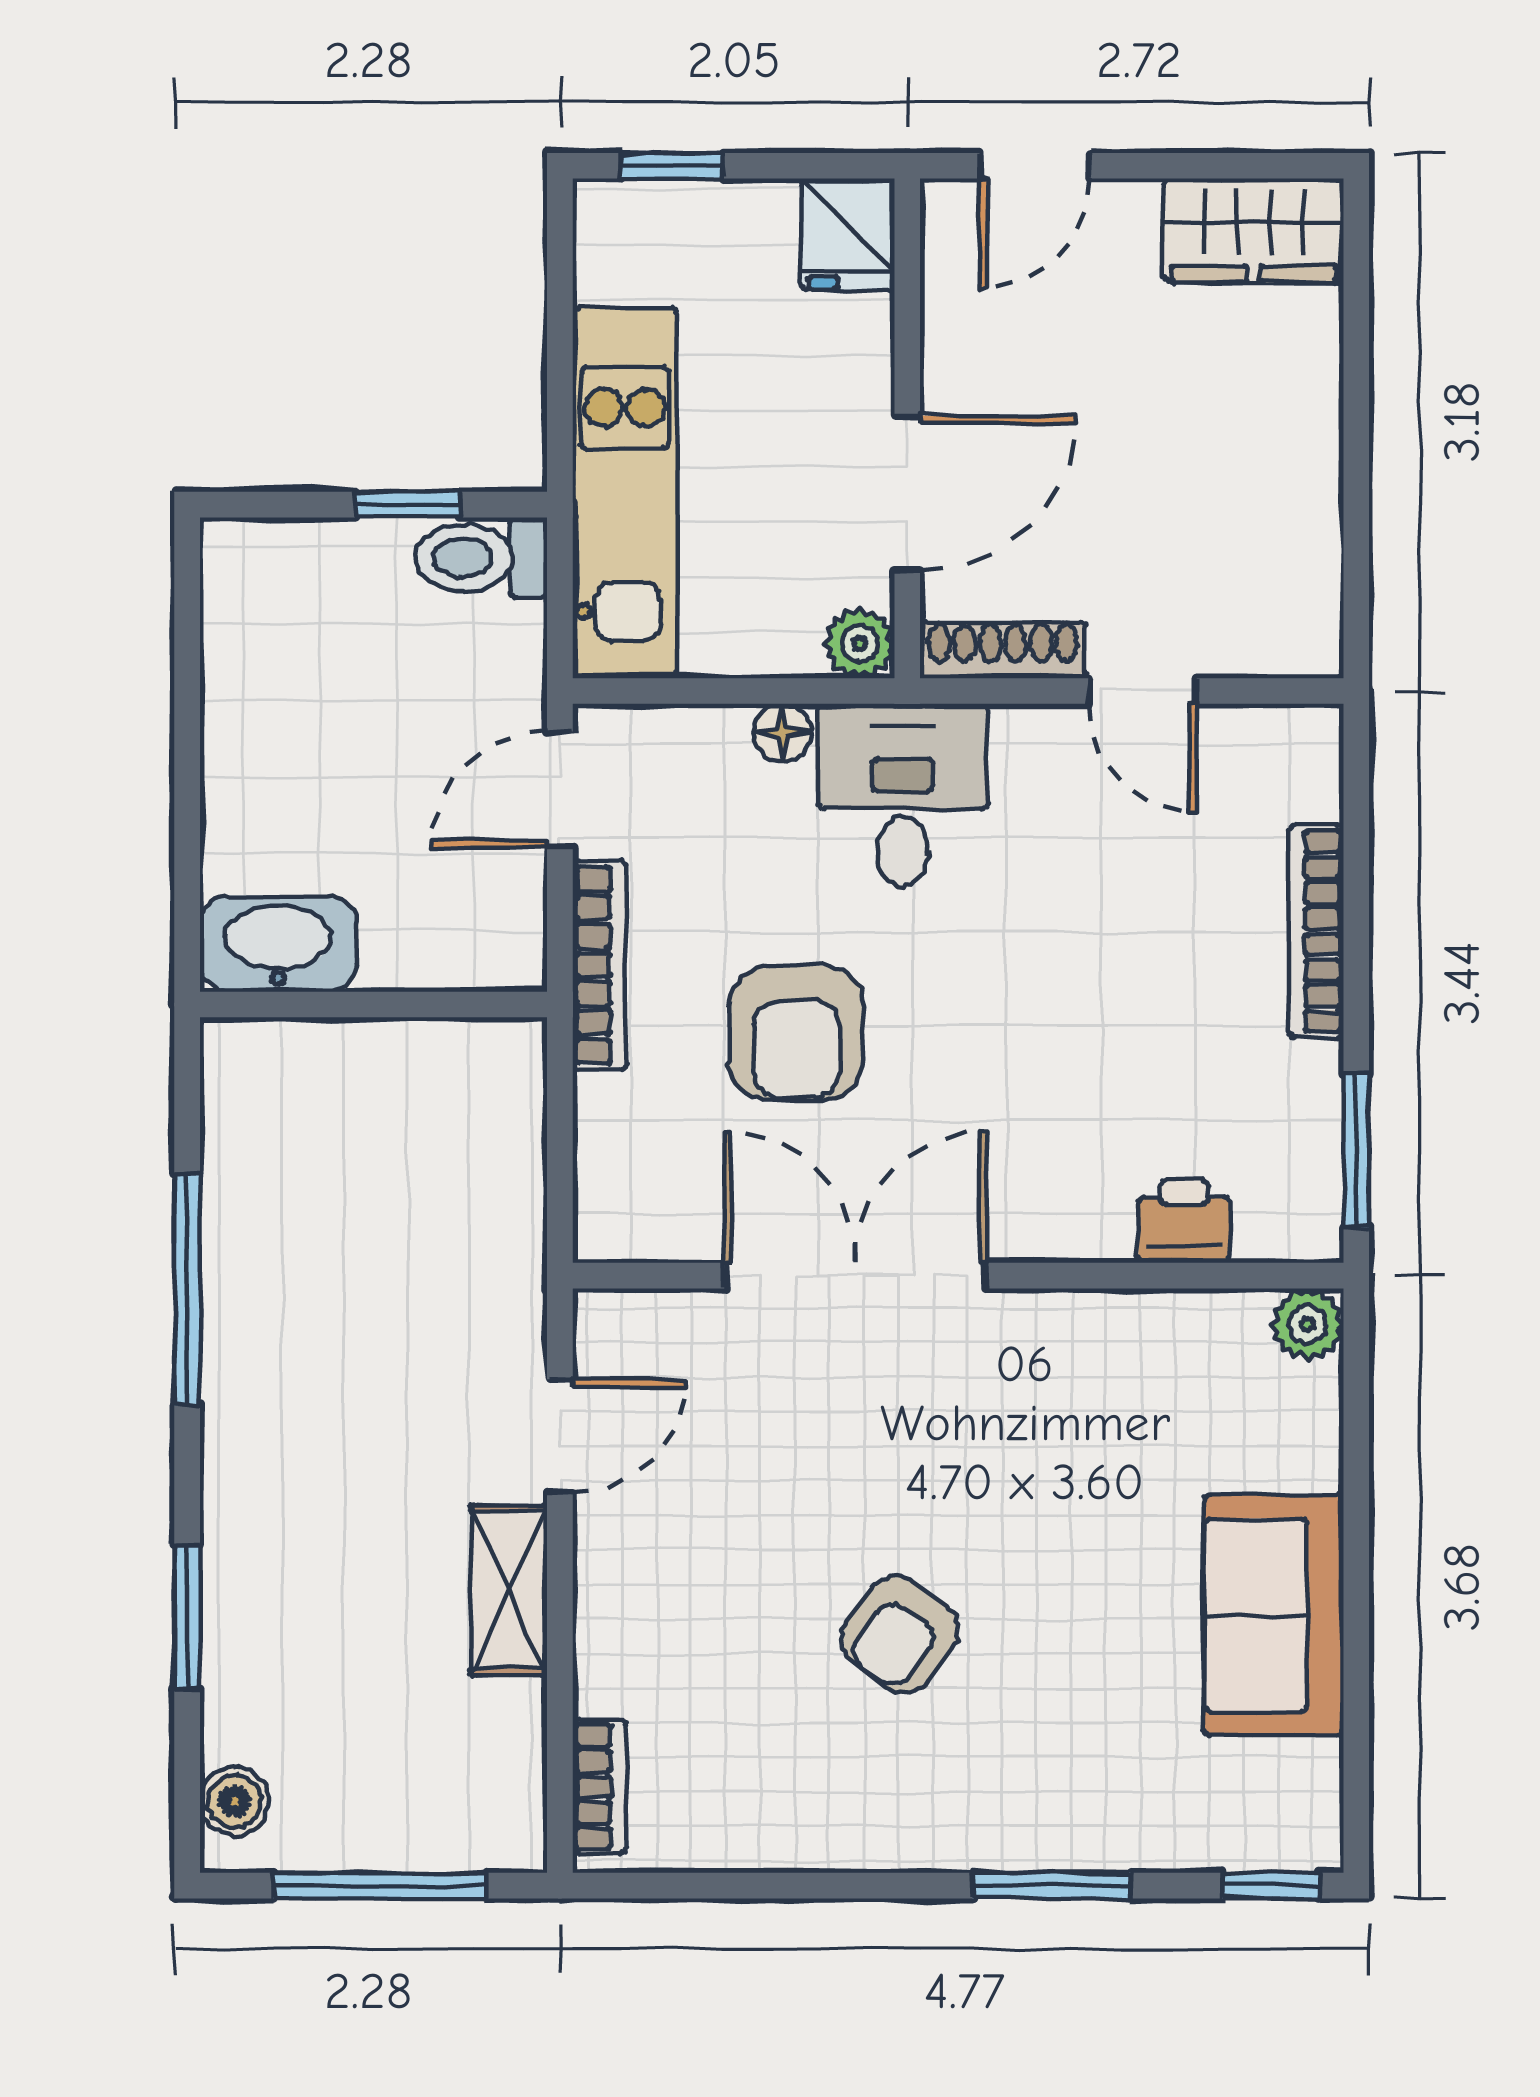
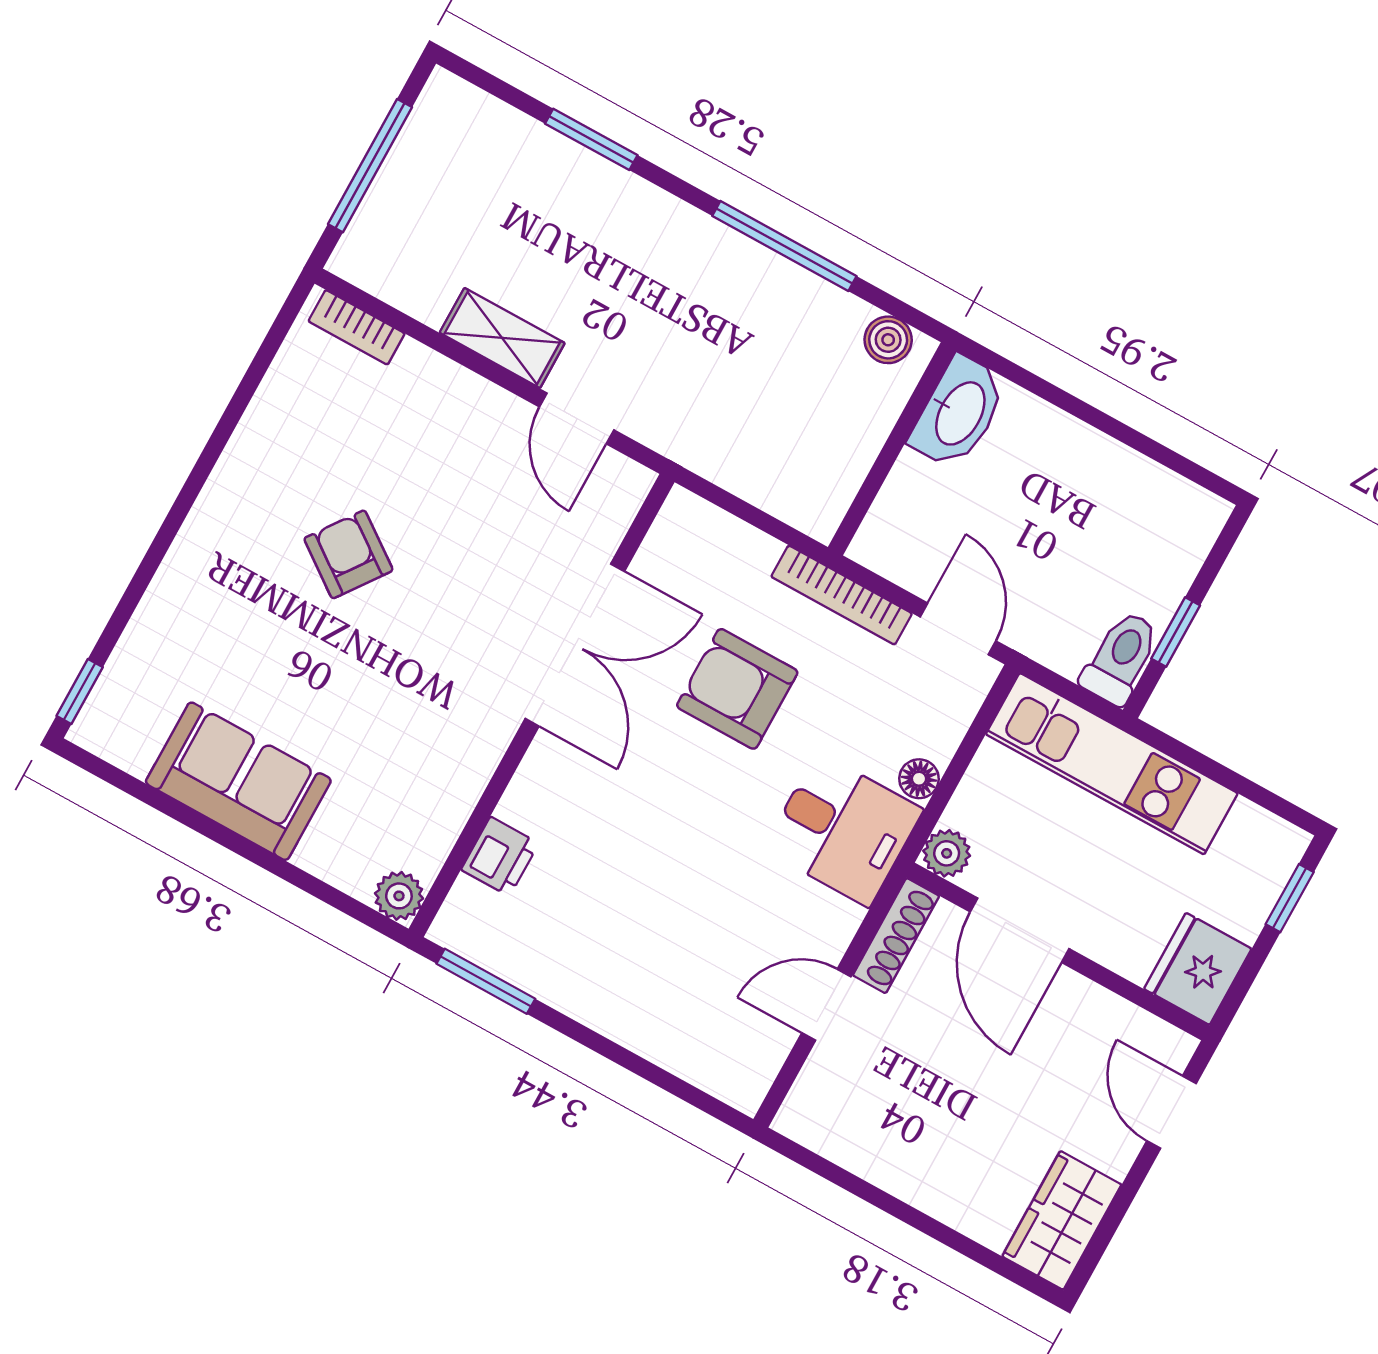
fridge: (848, 234) -> (1198, 969), width x1.38
bookcase: (1316, 932) -> (628, 1029), removed
boiler: (235, 1801) -> (888, 340), moved
window: (1052, 1886) -> (151, 562), removed

